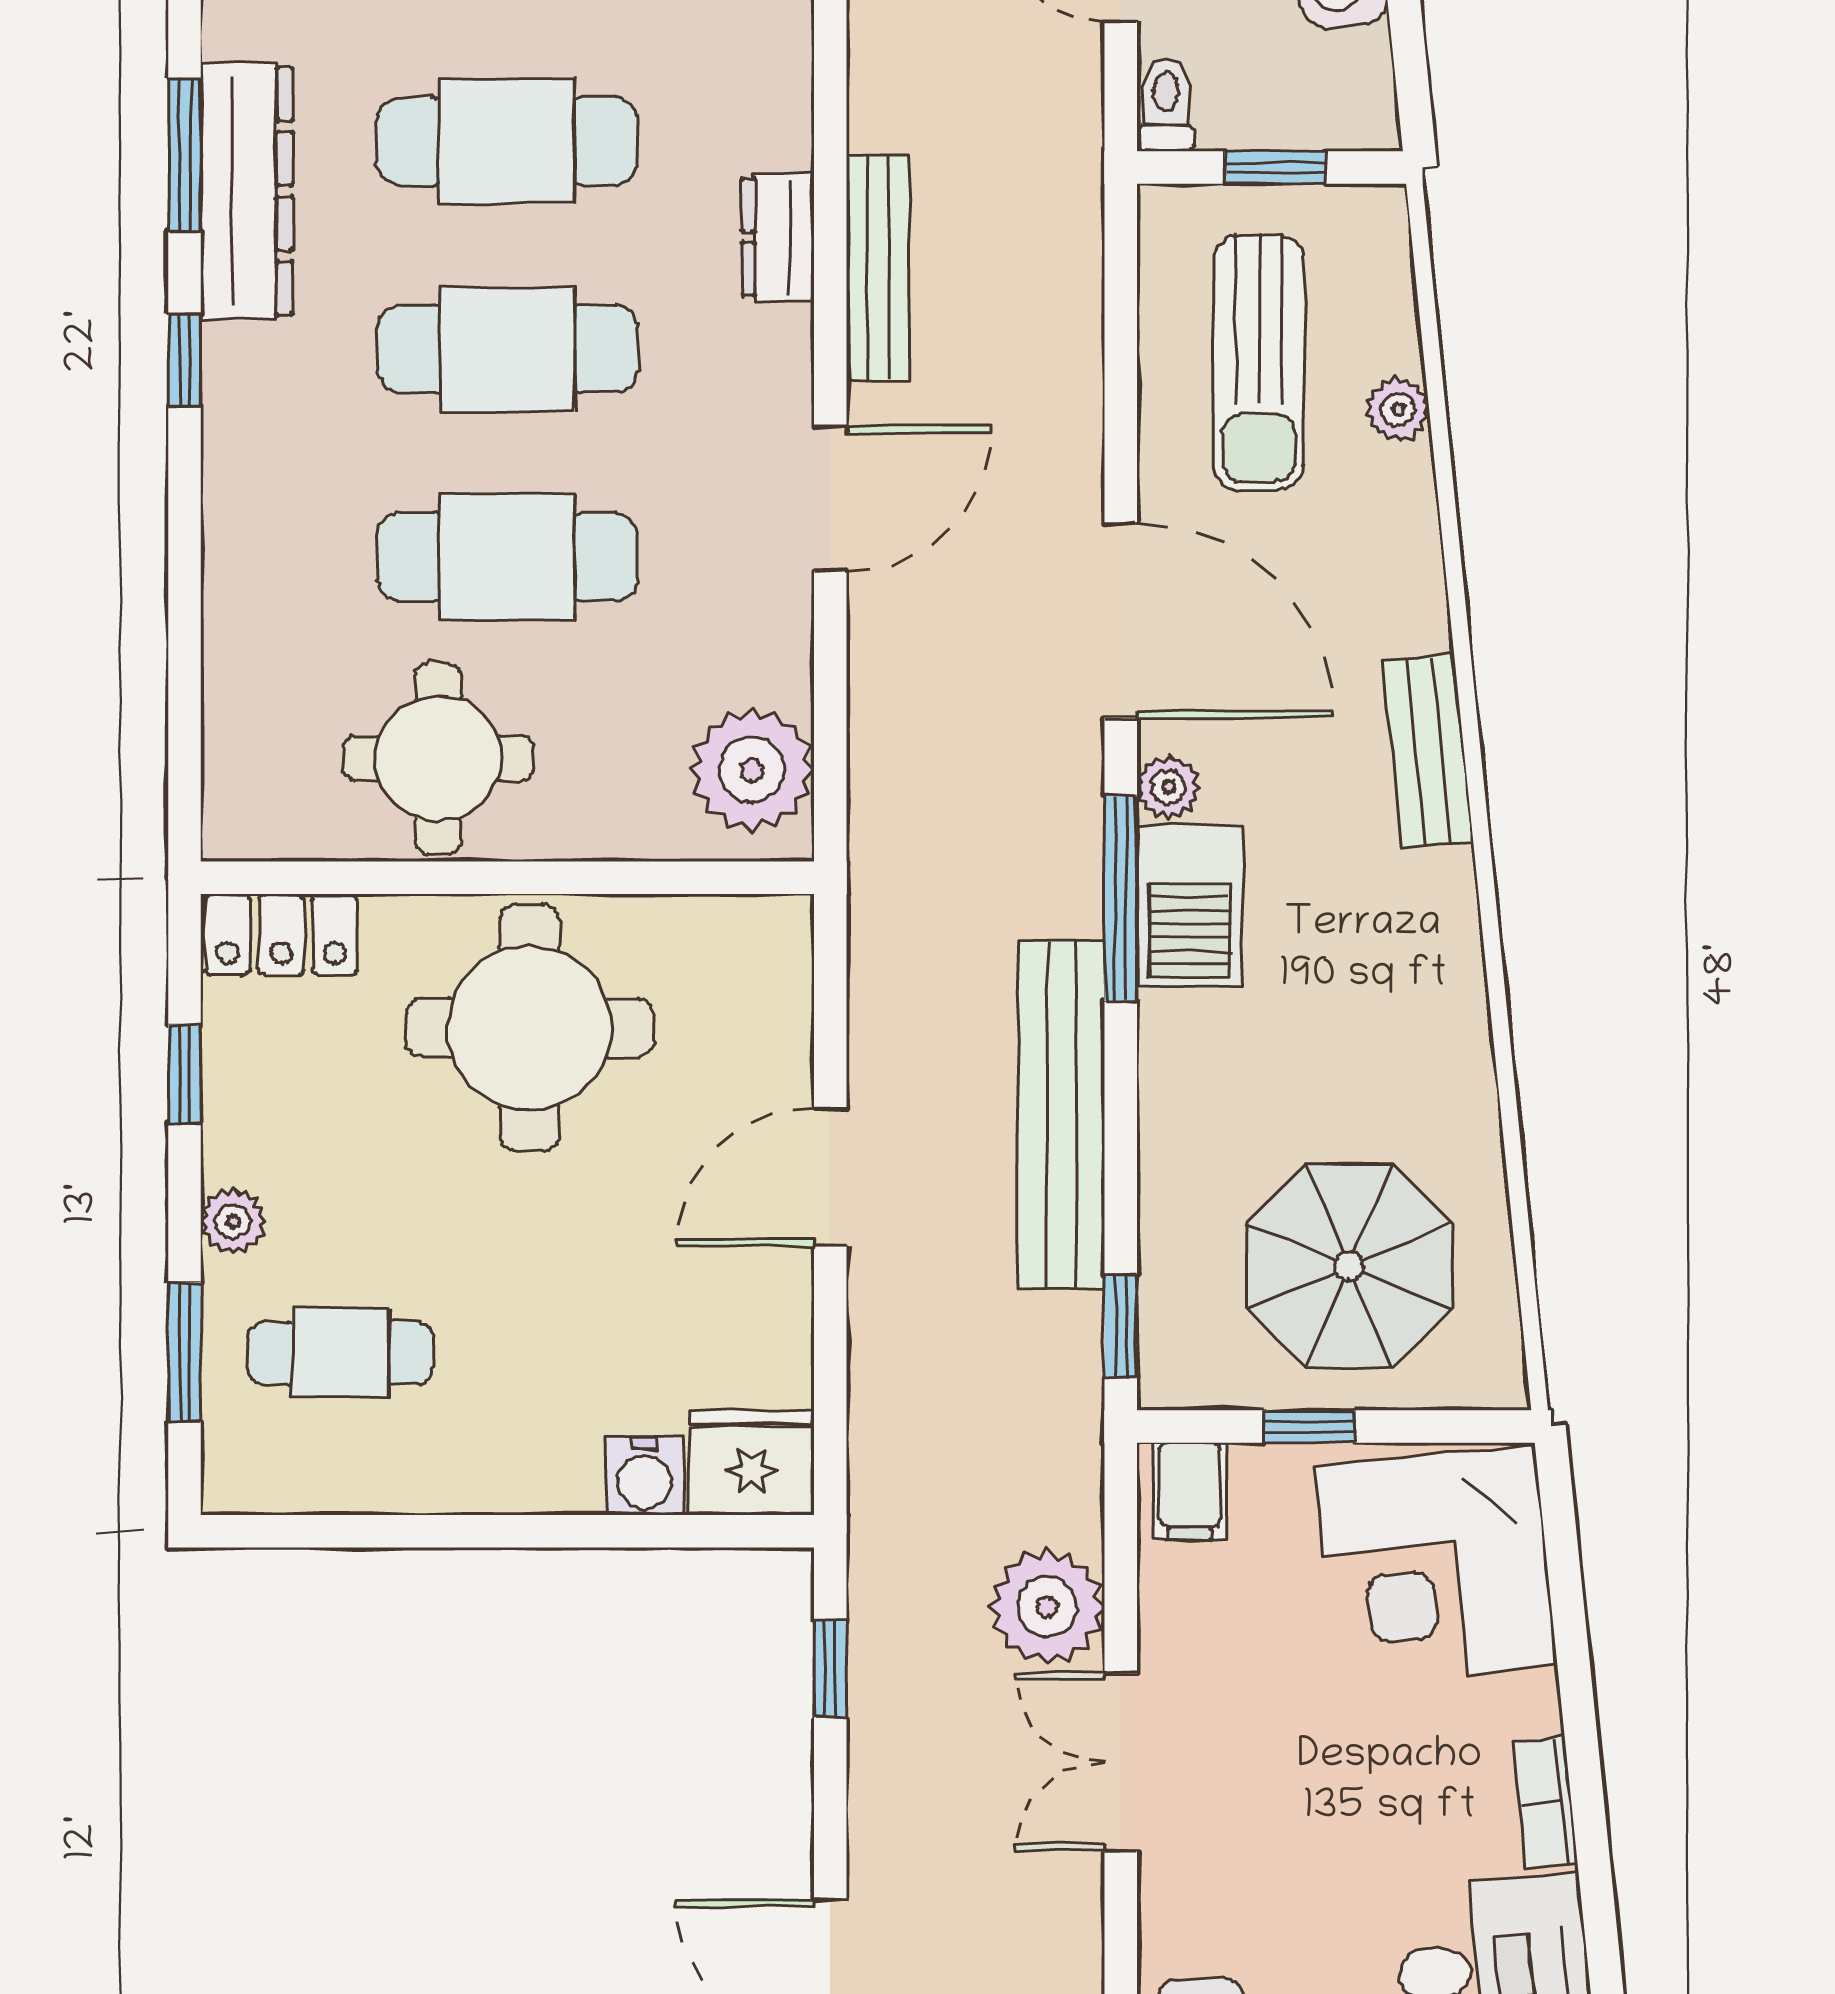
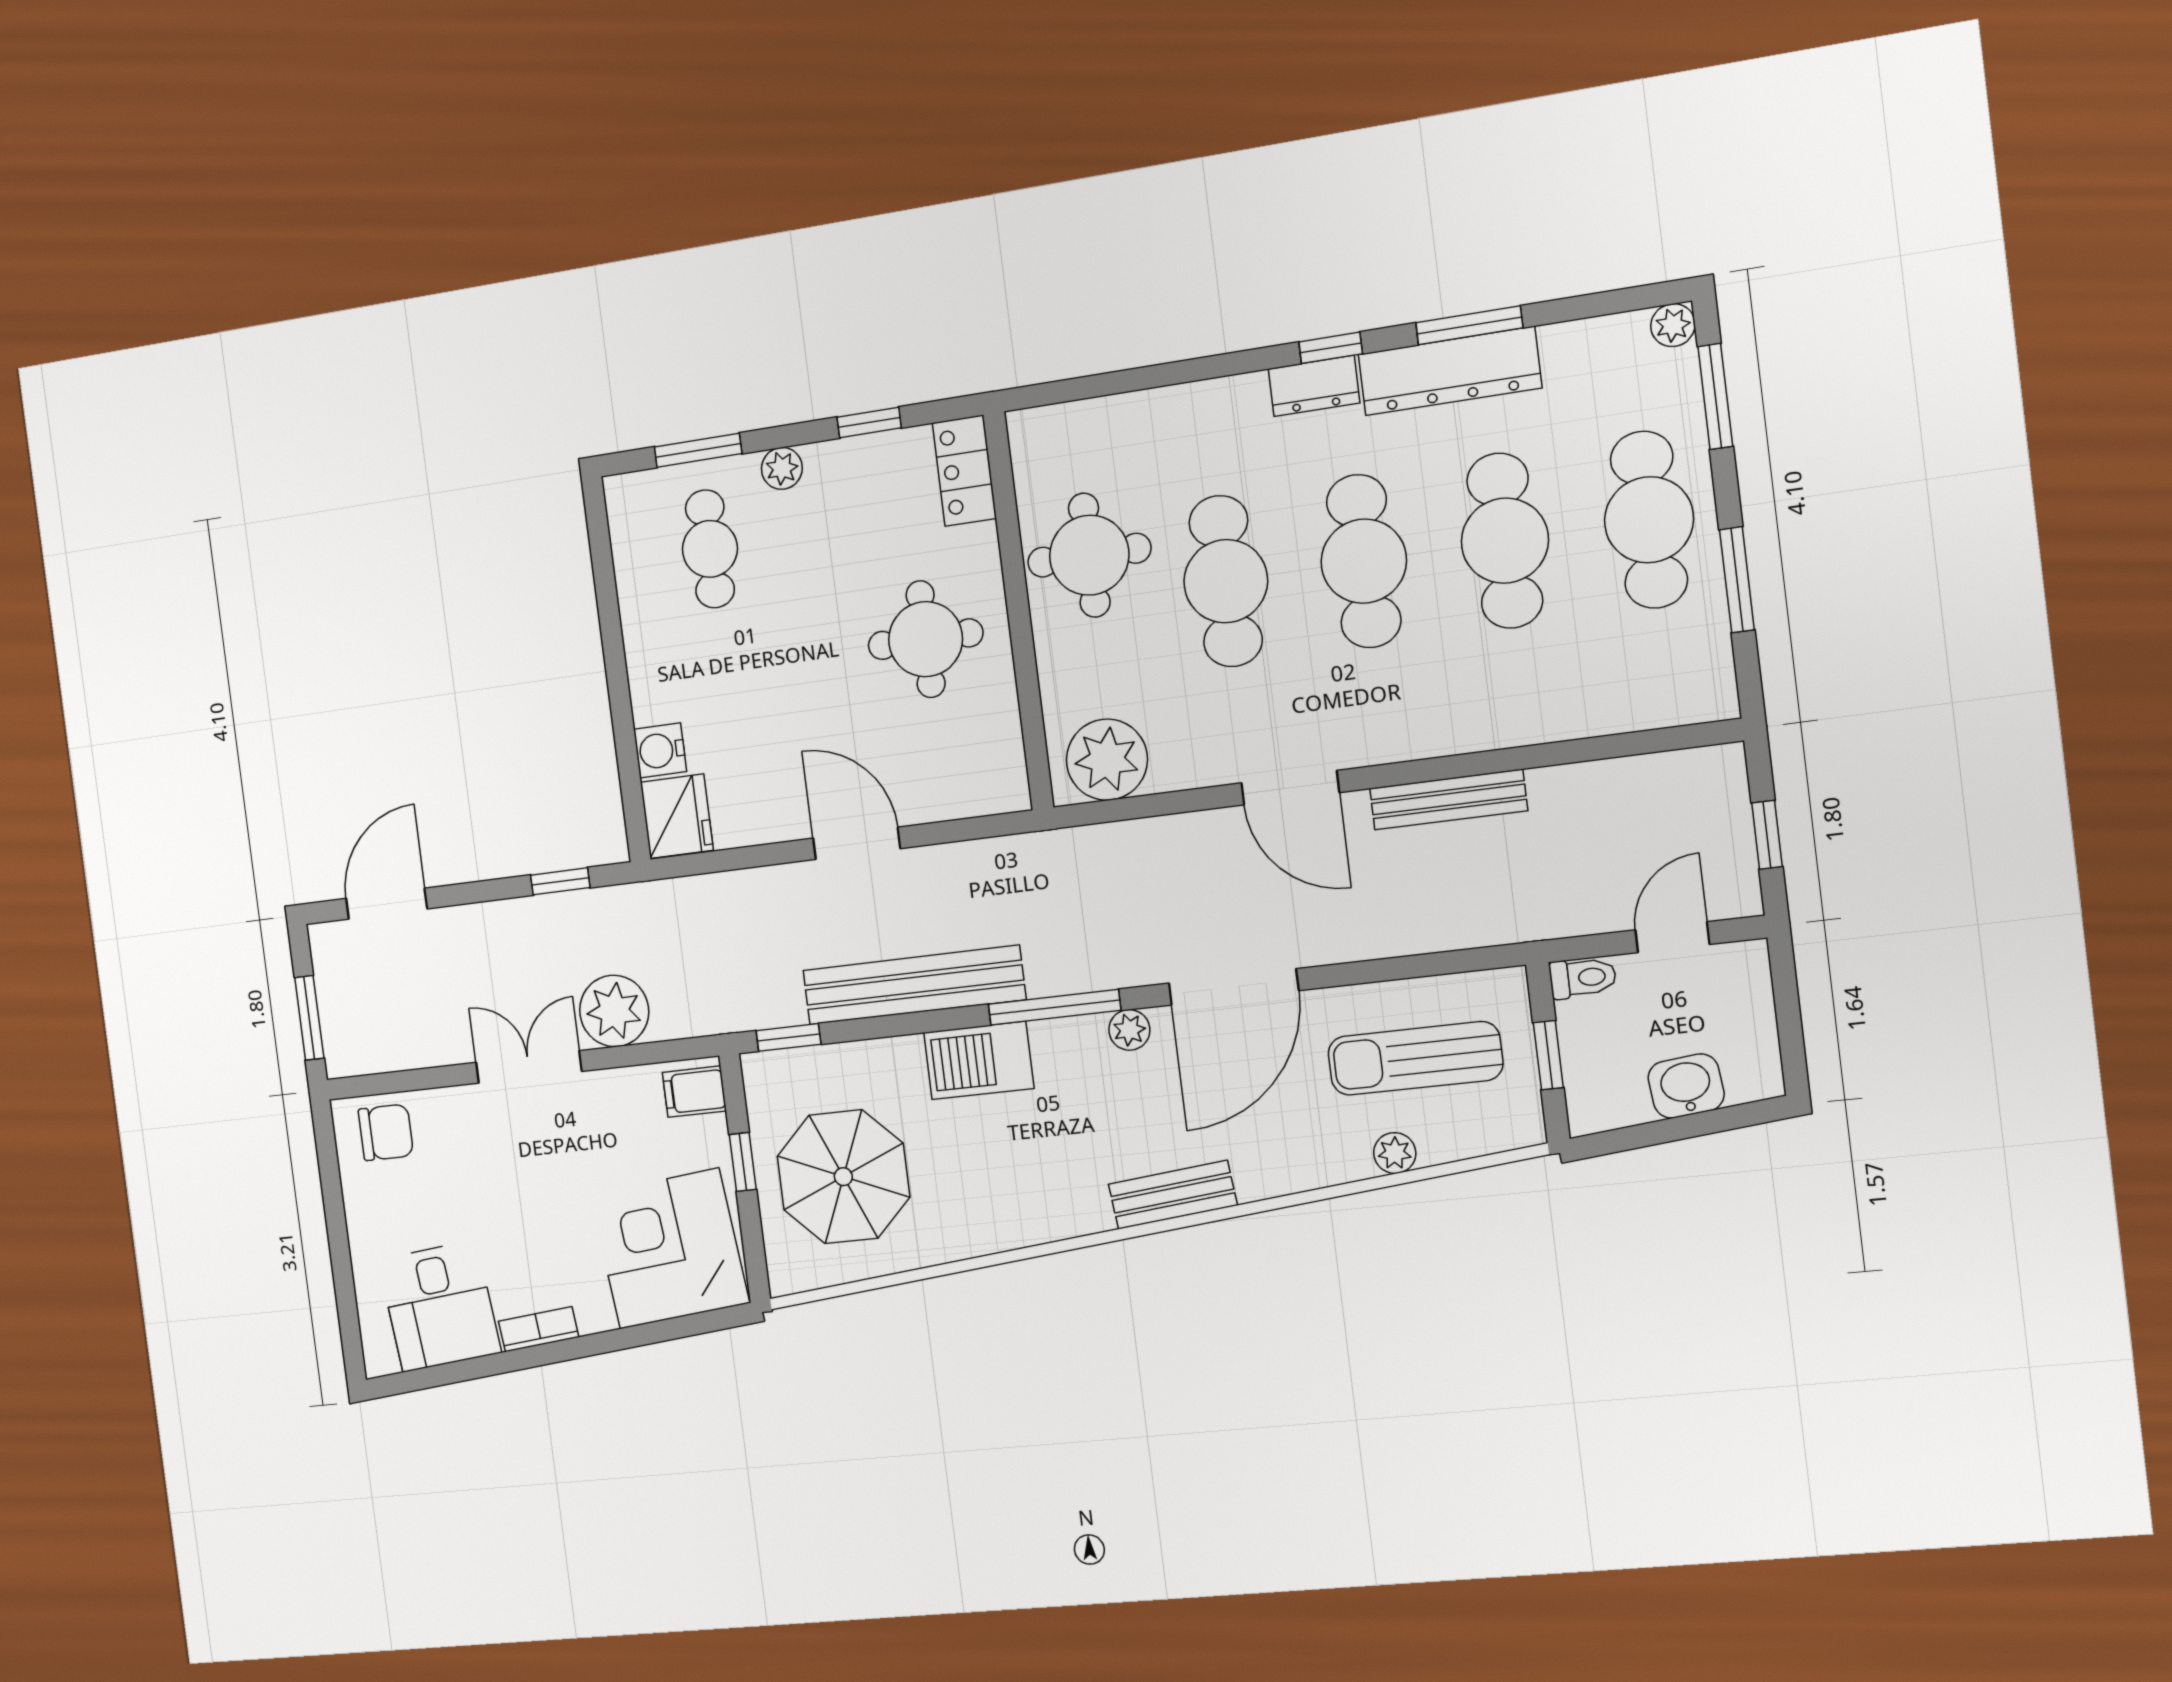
dresser: (778, 237) -> (1314, 386), moved, turned 180
barbecue: (1190, 906) -> (979, 1060), moved
round table: (530, 1028) -> (926, 639), width x0.73, depth x0.73

